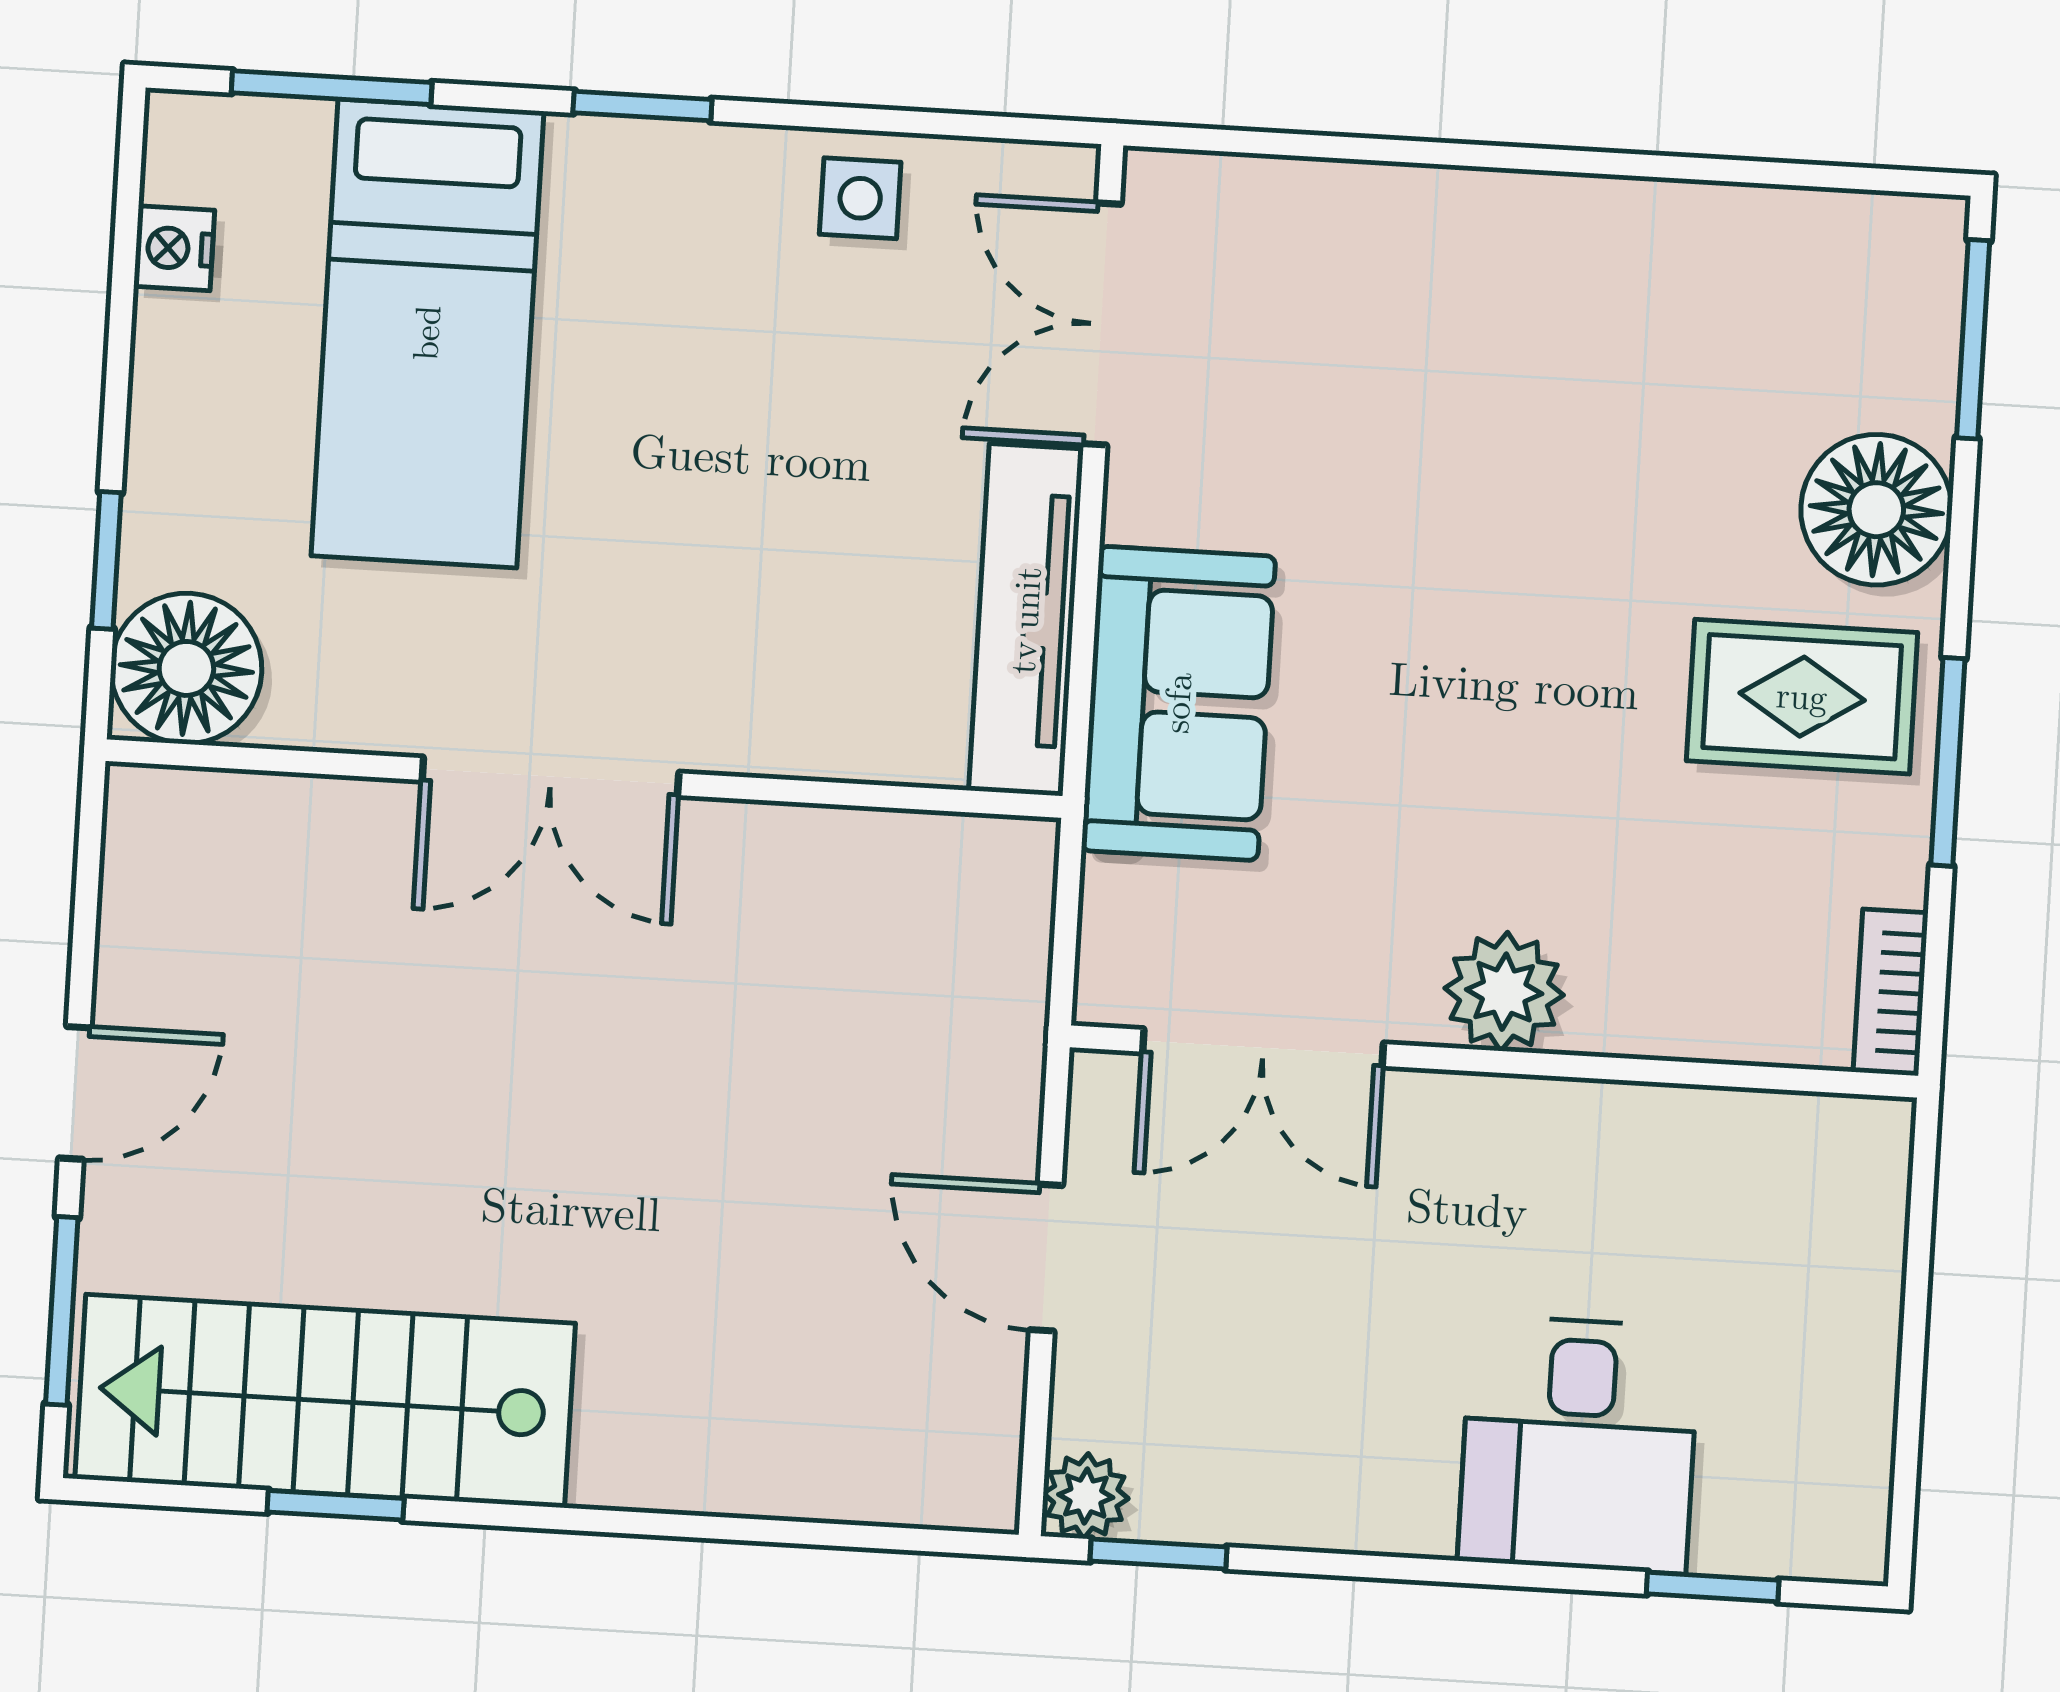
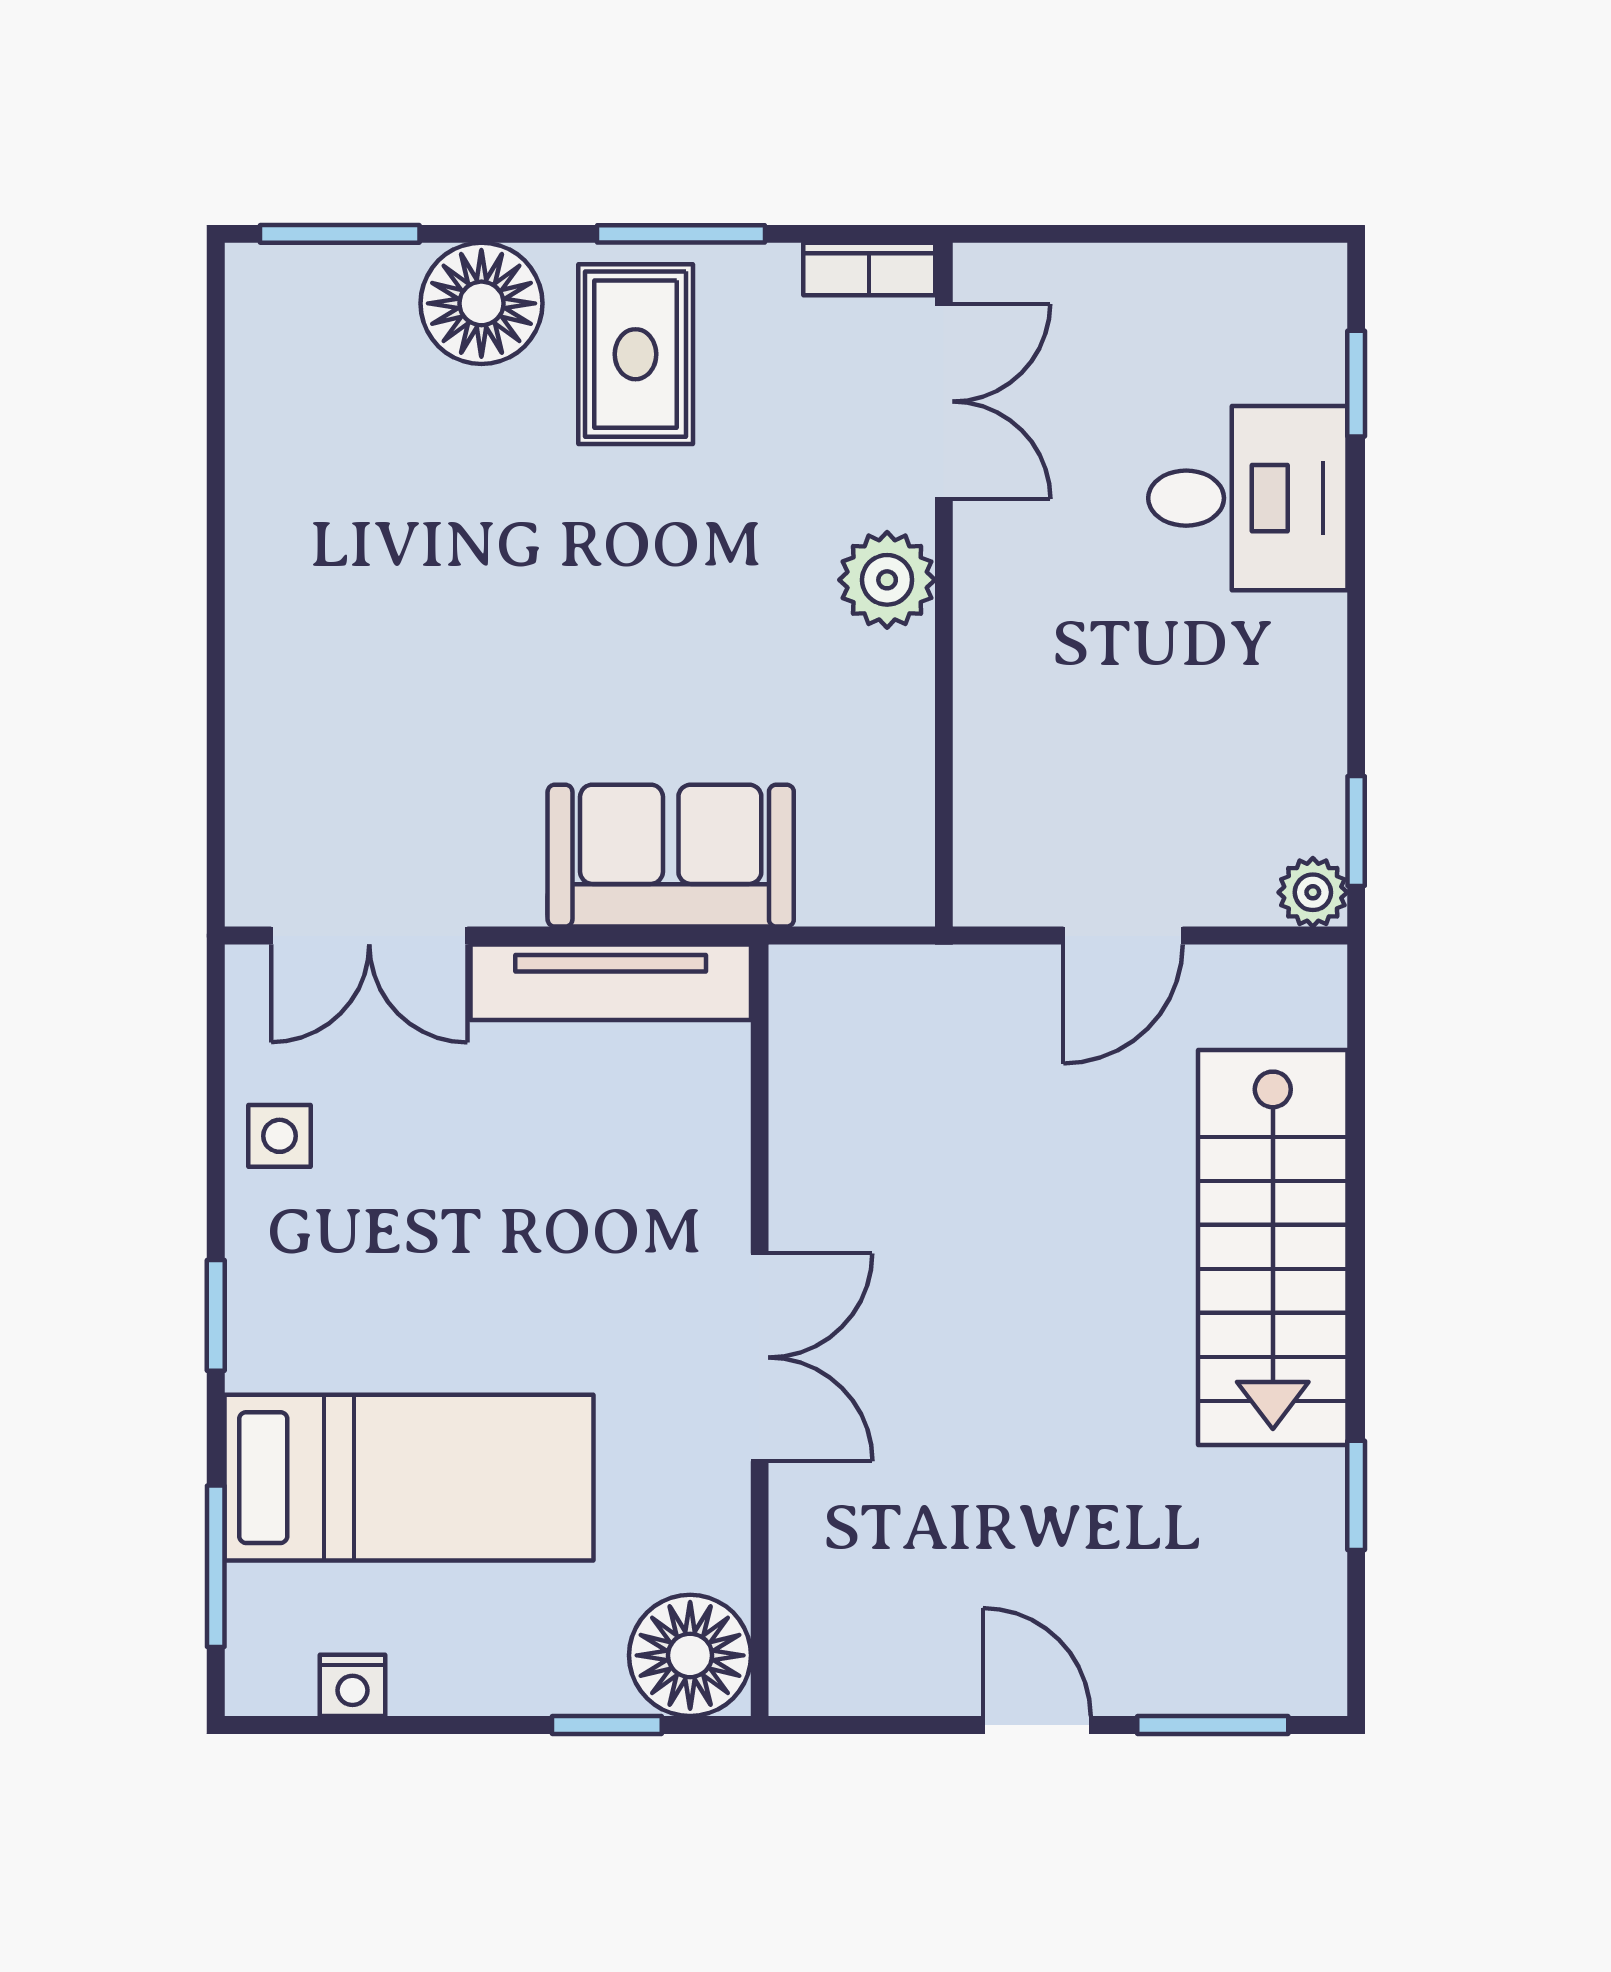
double door: (1263, 1048) -> (944, 401), moved
stairs: (325, 1401) -> (1273, 1247), moved

